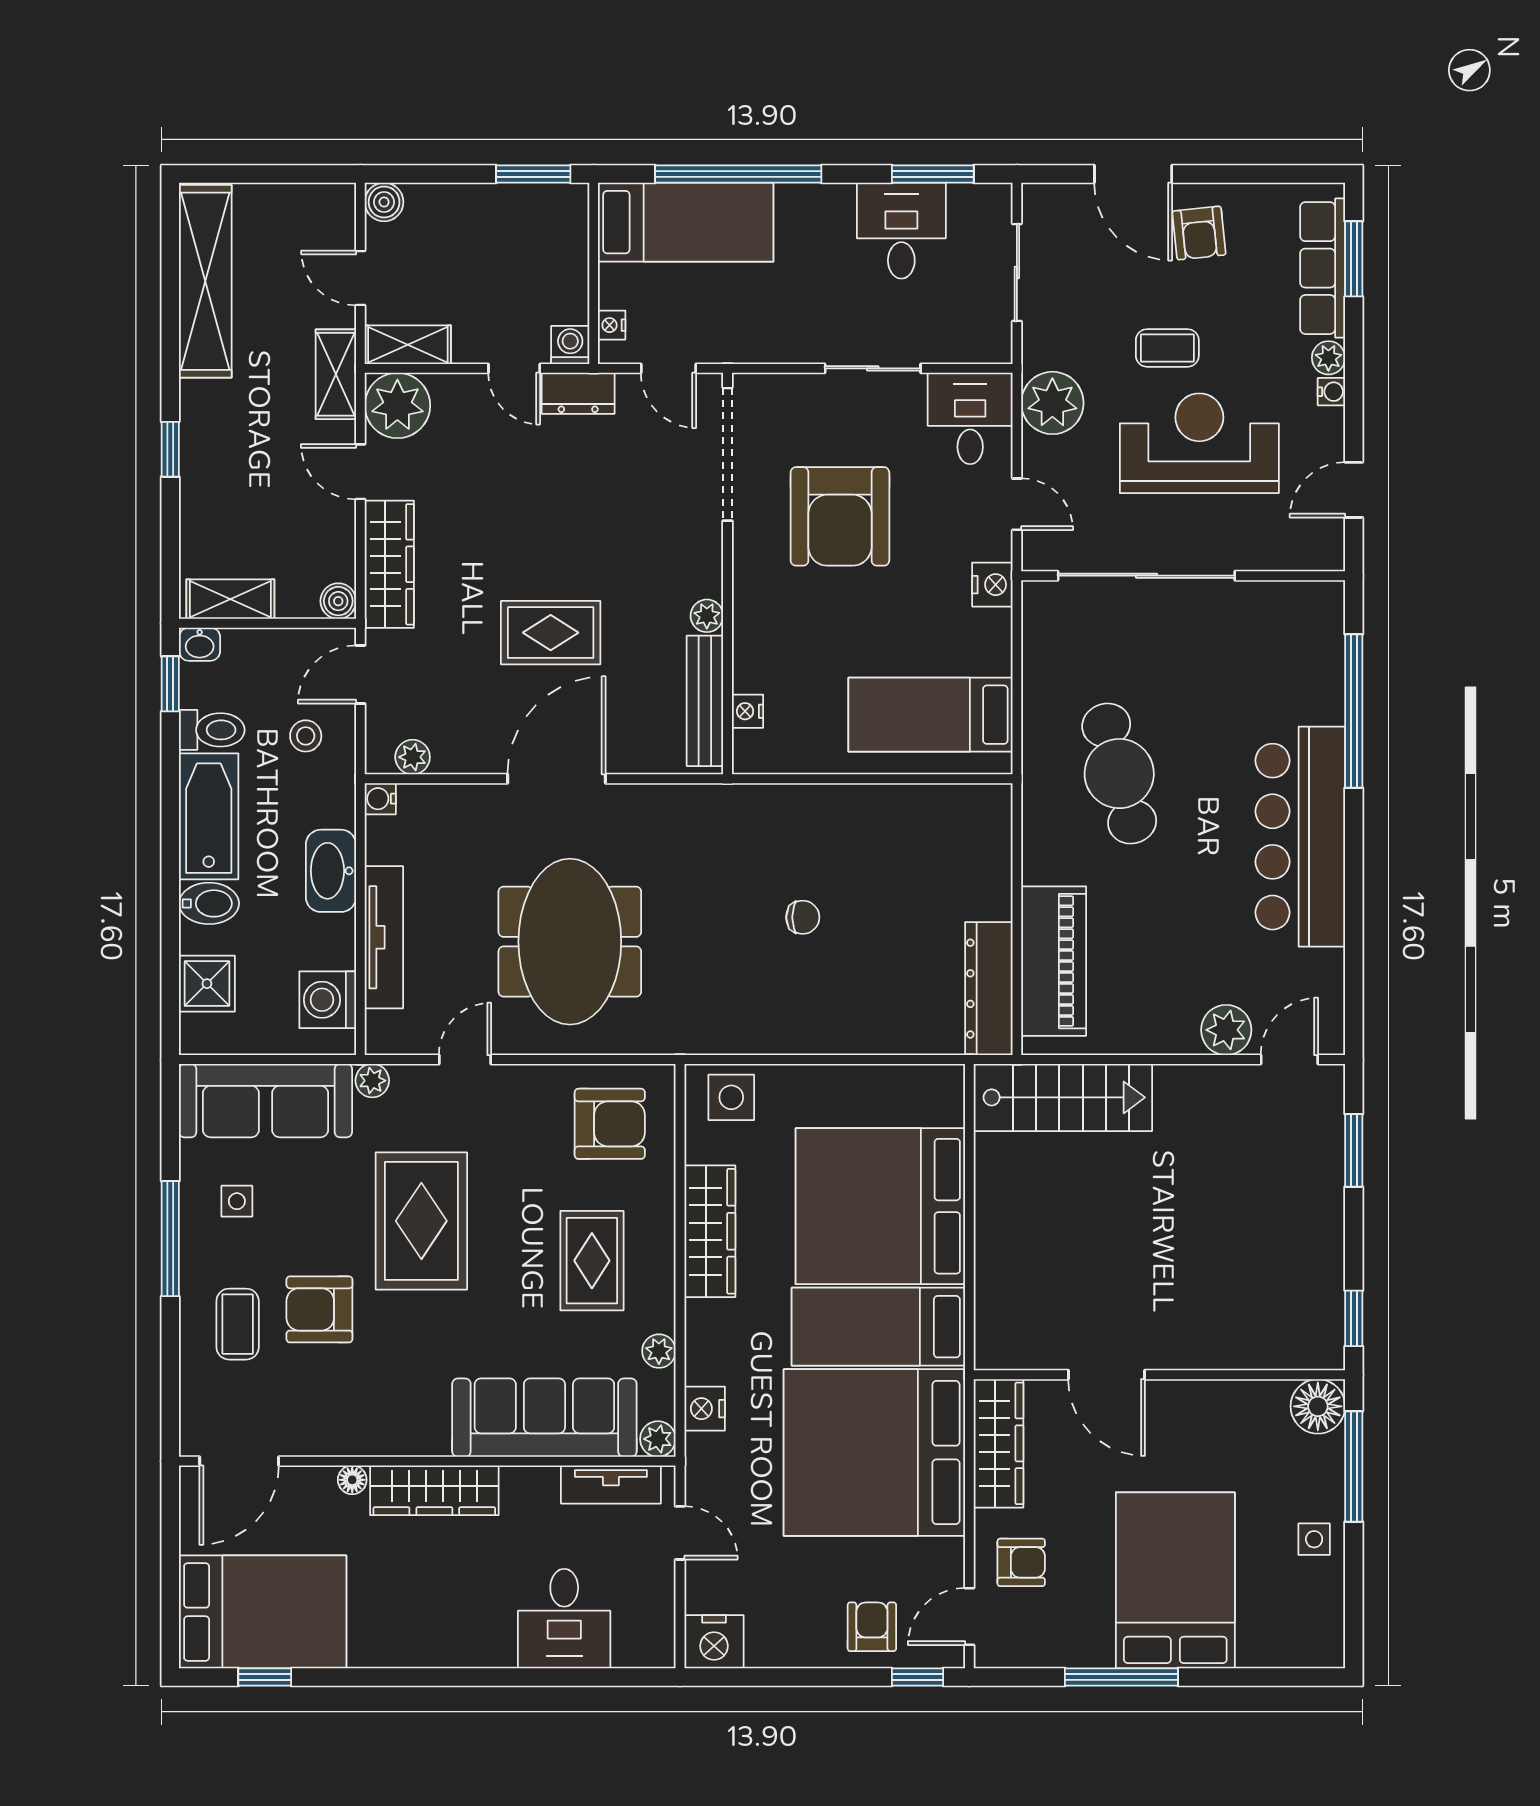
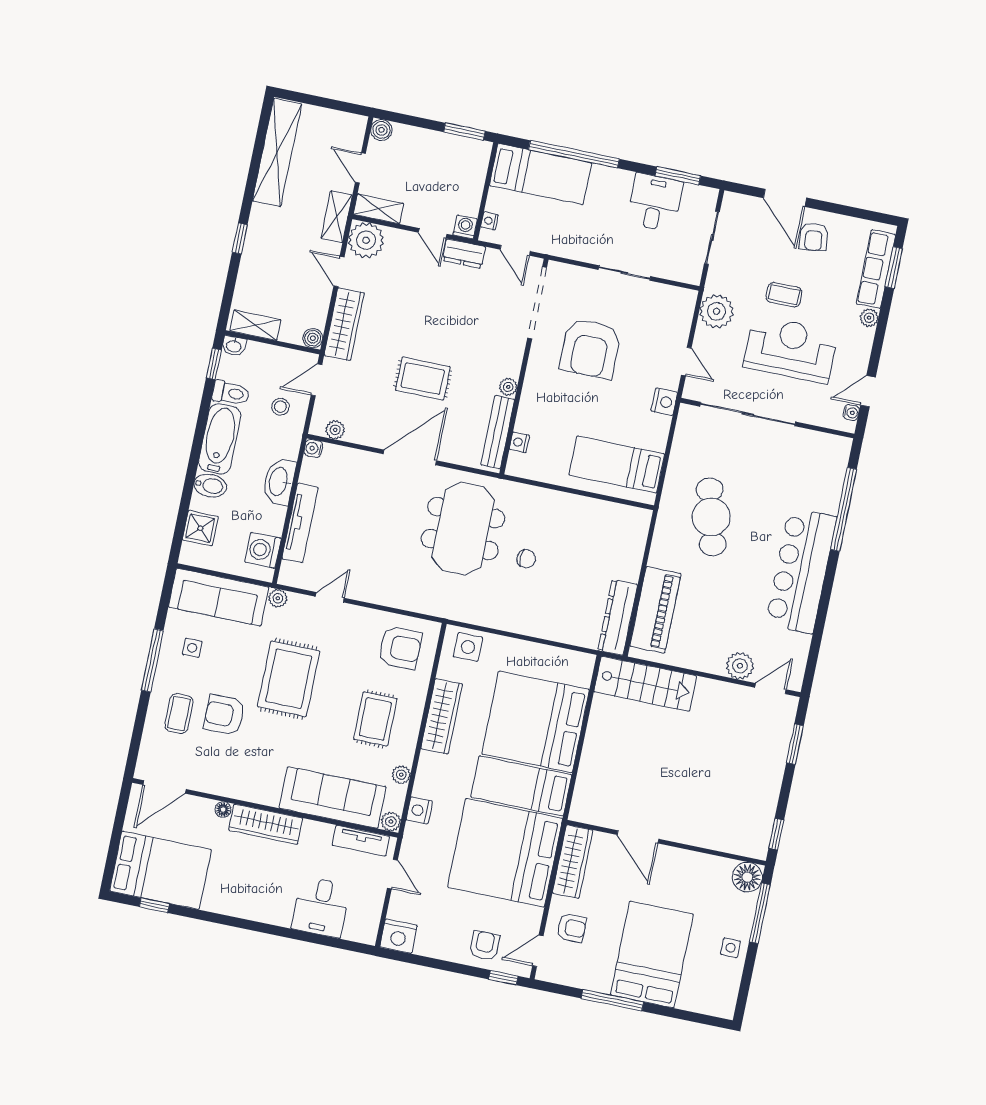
water cooler: (1331, 392) -> (851, 412), moved
desk: (970, 418) -> (671, 311), removed
meeting table: (570, 942) -> (463, 529), moved

